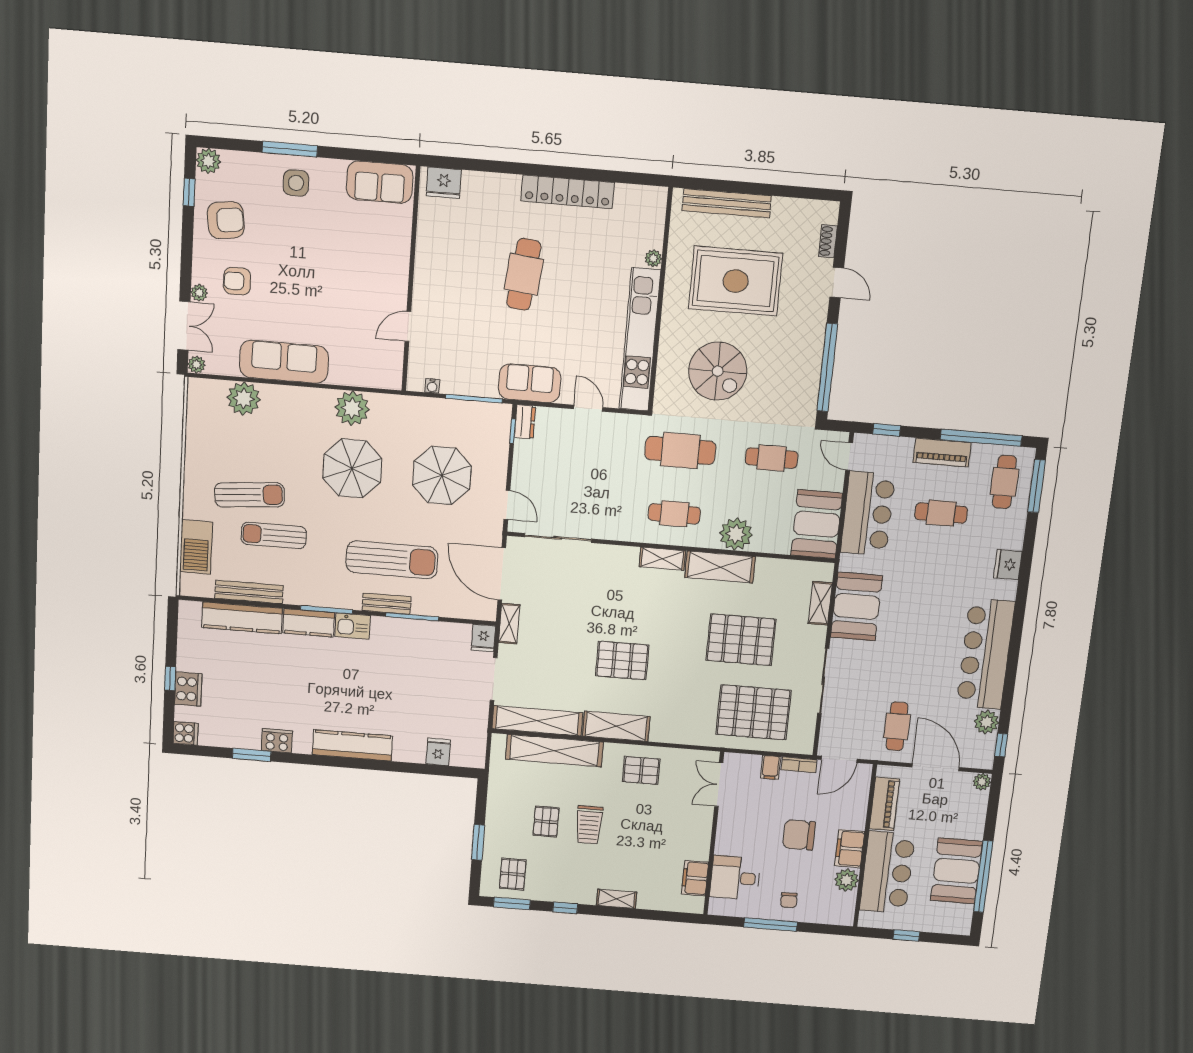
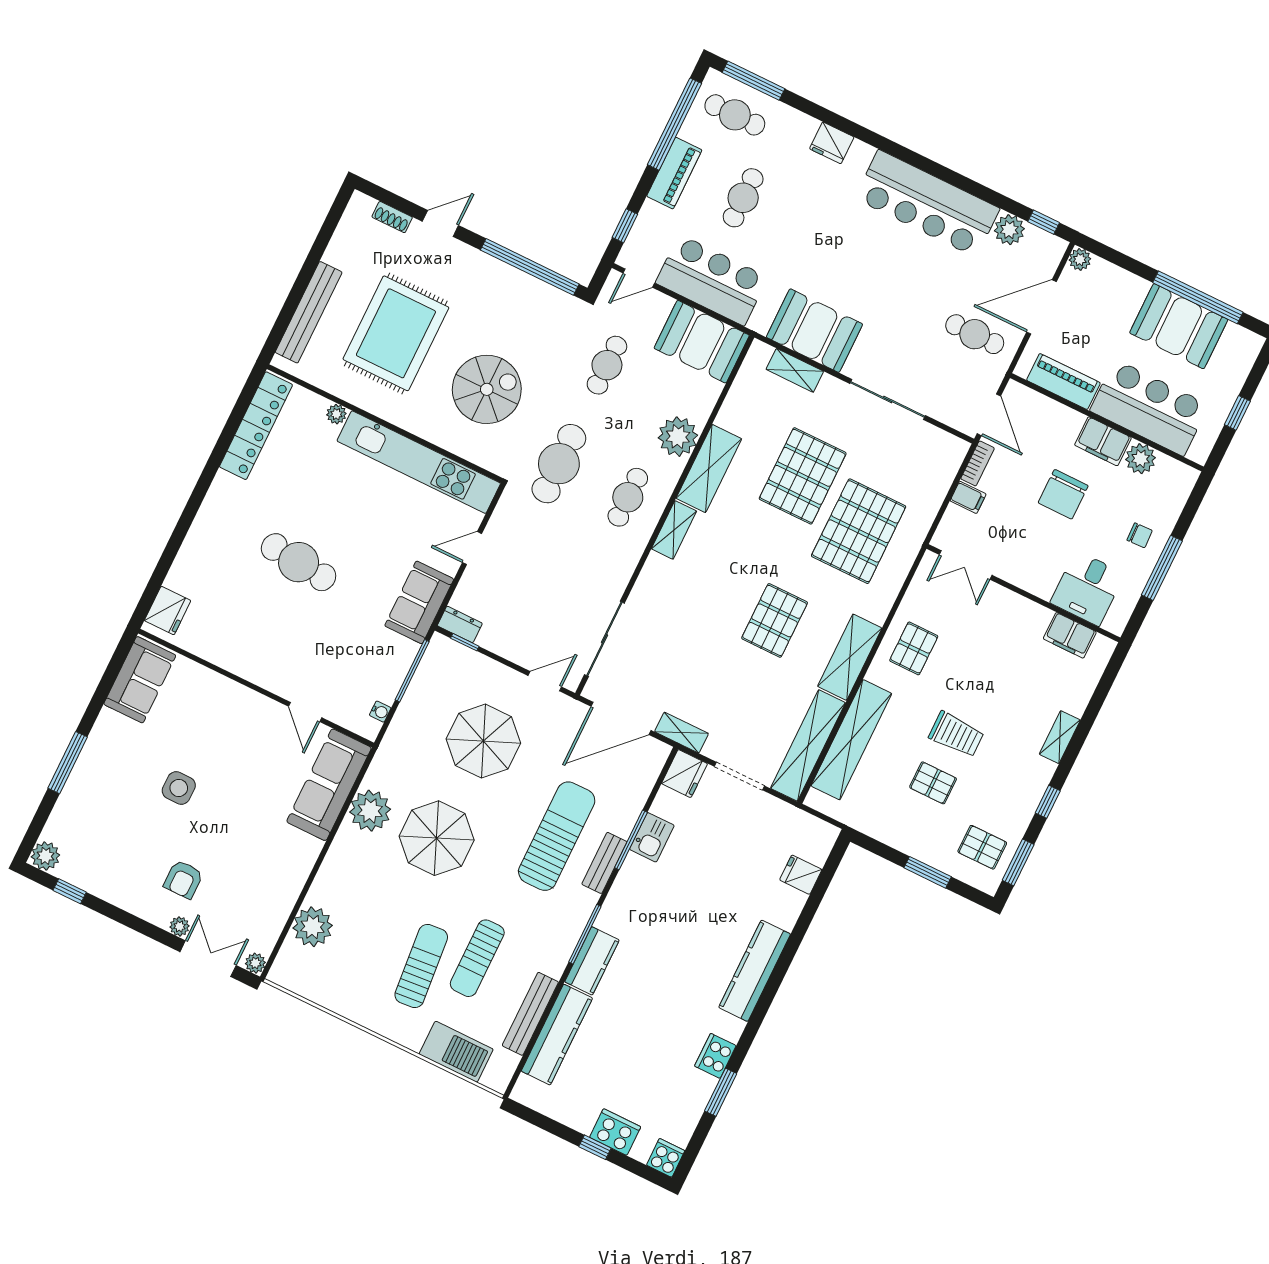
side table: (296, 183) -> (179, 788), moved
locker: (568, 192) -> (256, 426), moved
armchair: (226, 220) -> (114, 864), removed
sofa: (284, 362) -> (329, 785), moved
kitchen sink: (353, 626) -> (652, 837), moved
fridge: (483, 638) -> (685, 774), width x1.38
pallet: (753, 712) -> (859, 531), moved

